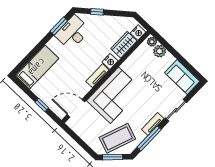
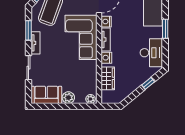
window: (59, 26) -> (165, 29), moved
nightstand: (138, 33) -> (106, 22), moved
plant: (160, 51) -> (68, 98), moved
window: (149, 138) -> (28, 30), width x0.69

